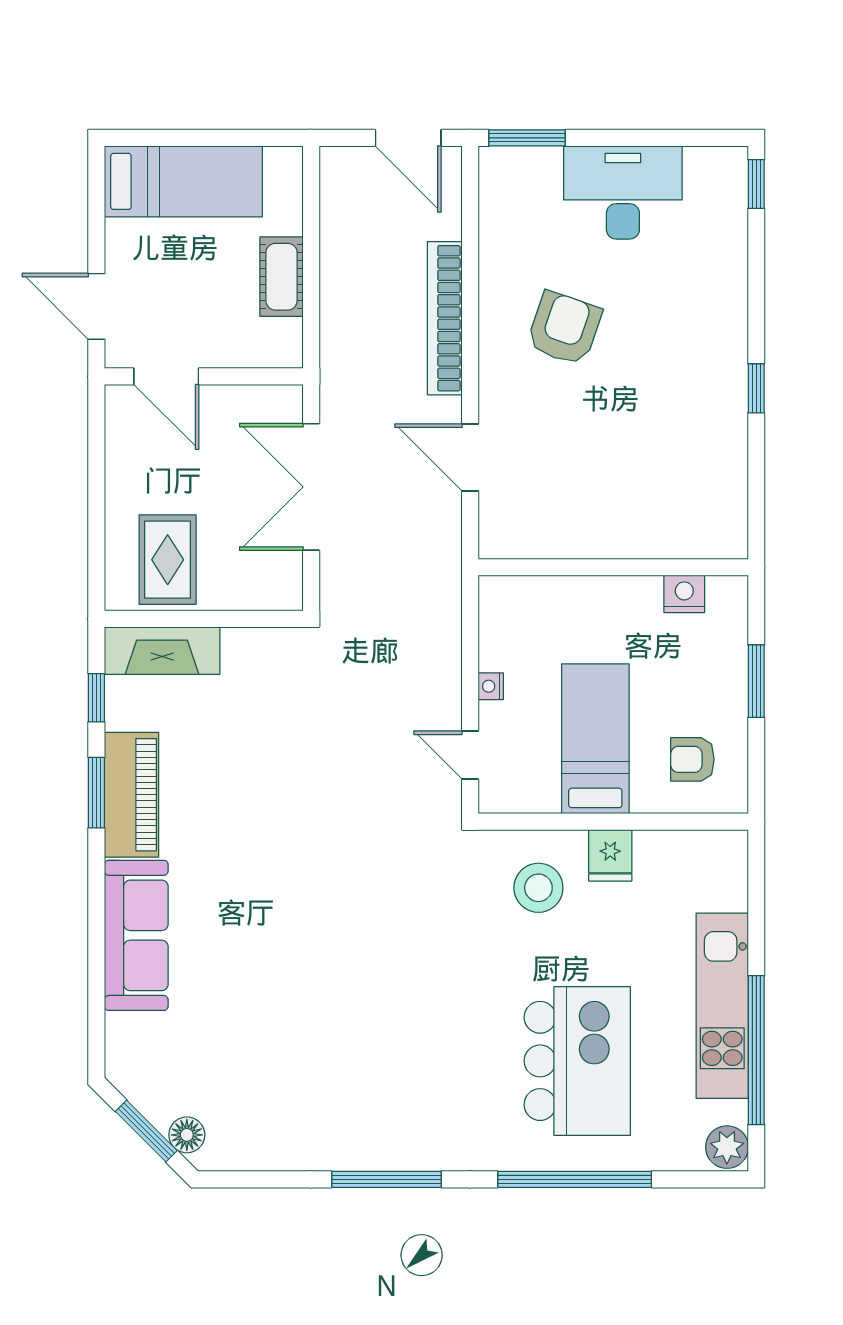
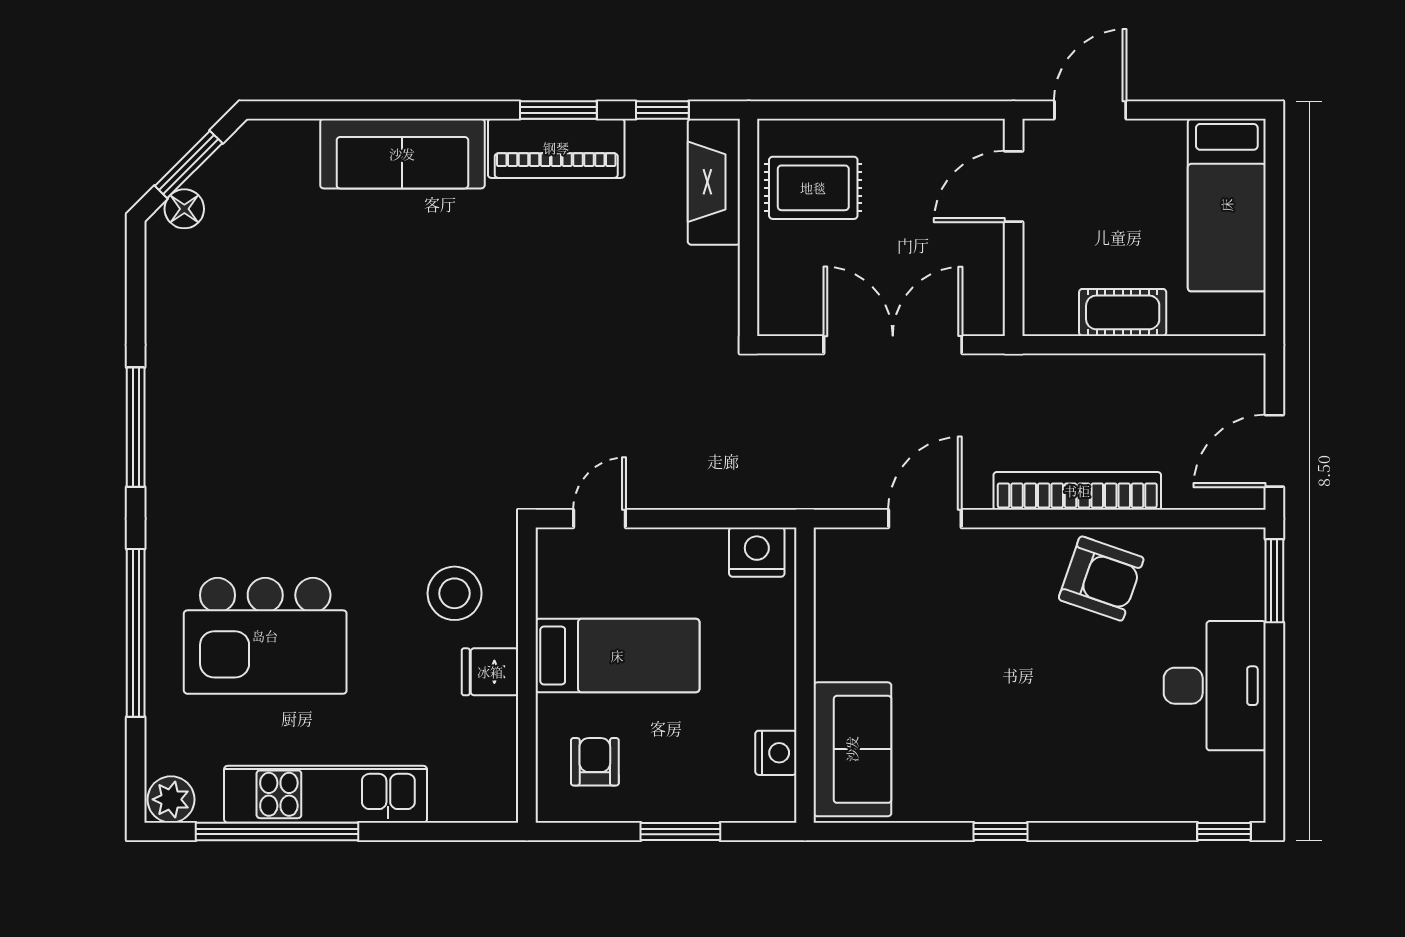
armchair: (564, 328) -> (1101, 579), moved
sofa: (681, 524) -> (852, 749), added
nightstand: (491, 686) -> (757, 552), moved, width x1.89, depth x1.79

